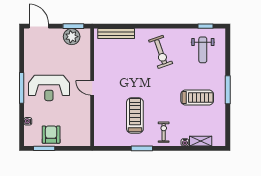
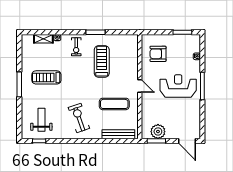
exercise mat: (121, 68) -> (114, 104), added
treadmill: (135, 116) -> (102, 61), turned 180
armchair: (51, 135) -> (158, 54), moved, turned 90

